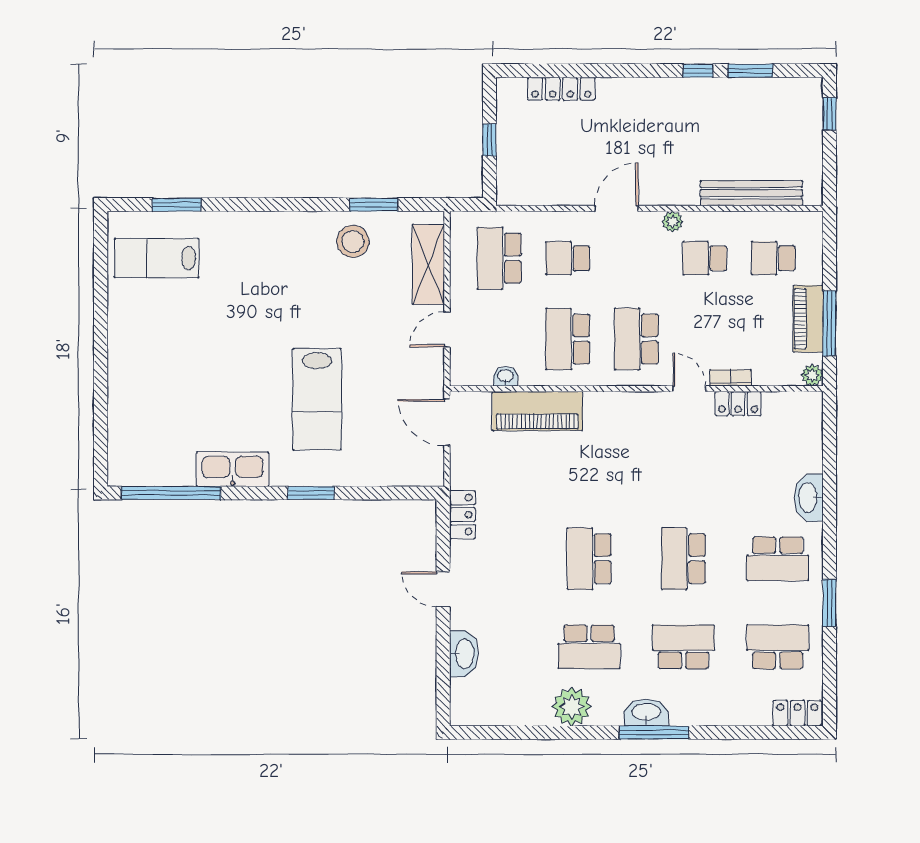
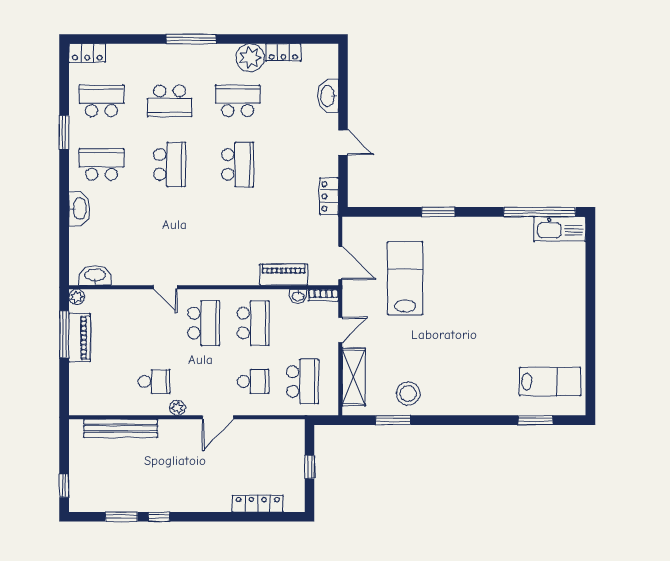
school desk: (773, 258) -> (105, 381), removed
bookcase: (731, 378) -> (323, 295), moved
lab bench: (317, 399) -> (405, 278), moved
locker: (738, 404) -> (283, 52), moved, turned 180
piano: (537, 411) -> (284, 275), width x0.73, depth x0.75
kitchen sink: (233, 469) -> (560, 229), moved
school desk: (778, 647) -> (102, 101), turned 180
washbasin: (646, 713) -> (95, 276), moved, turned 180

